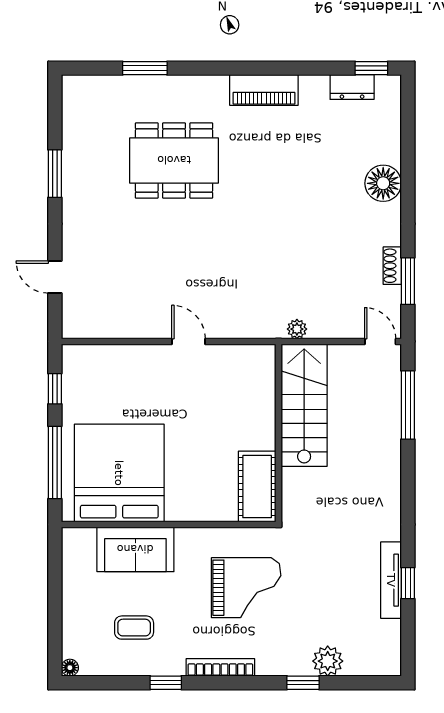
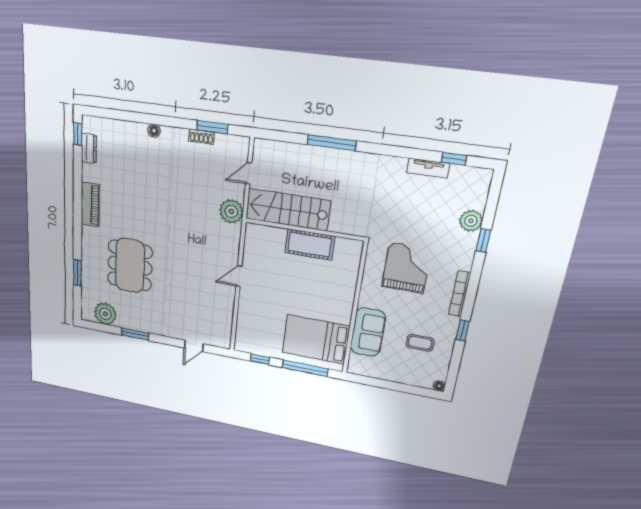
plant: (81, 119) -> (105, 314), added
floor lamp: (383, 183) -> (154, 131), width x0.53, depth x0.53
plant: (297, 329) -> (231, 211), width x1.87, depth x1.87
door: (380, 341) -> (249, 173), moved
window: (408, 405) -> (332, 143), moved
bed: (119, 473) -> (316, 339), width x0.73
cot: (257, 487) -> (310, 245), moved
tv unit: (391, 580) -> (428, 168), width x0.71
window: (408, 583) -> (454, 159), moved
coffee table: (134, 628) -> (420, 343), turned 90

